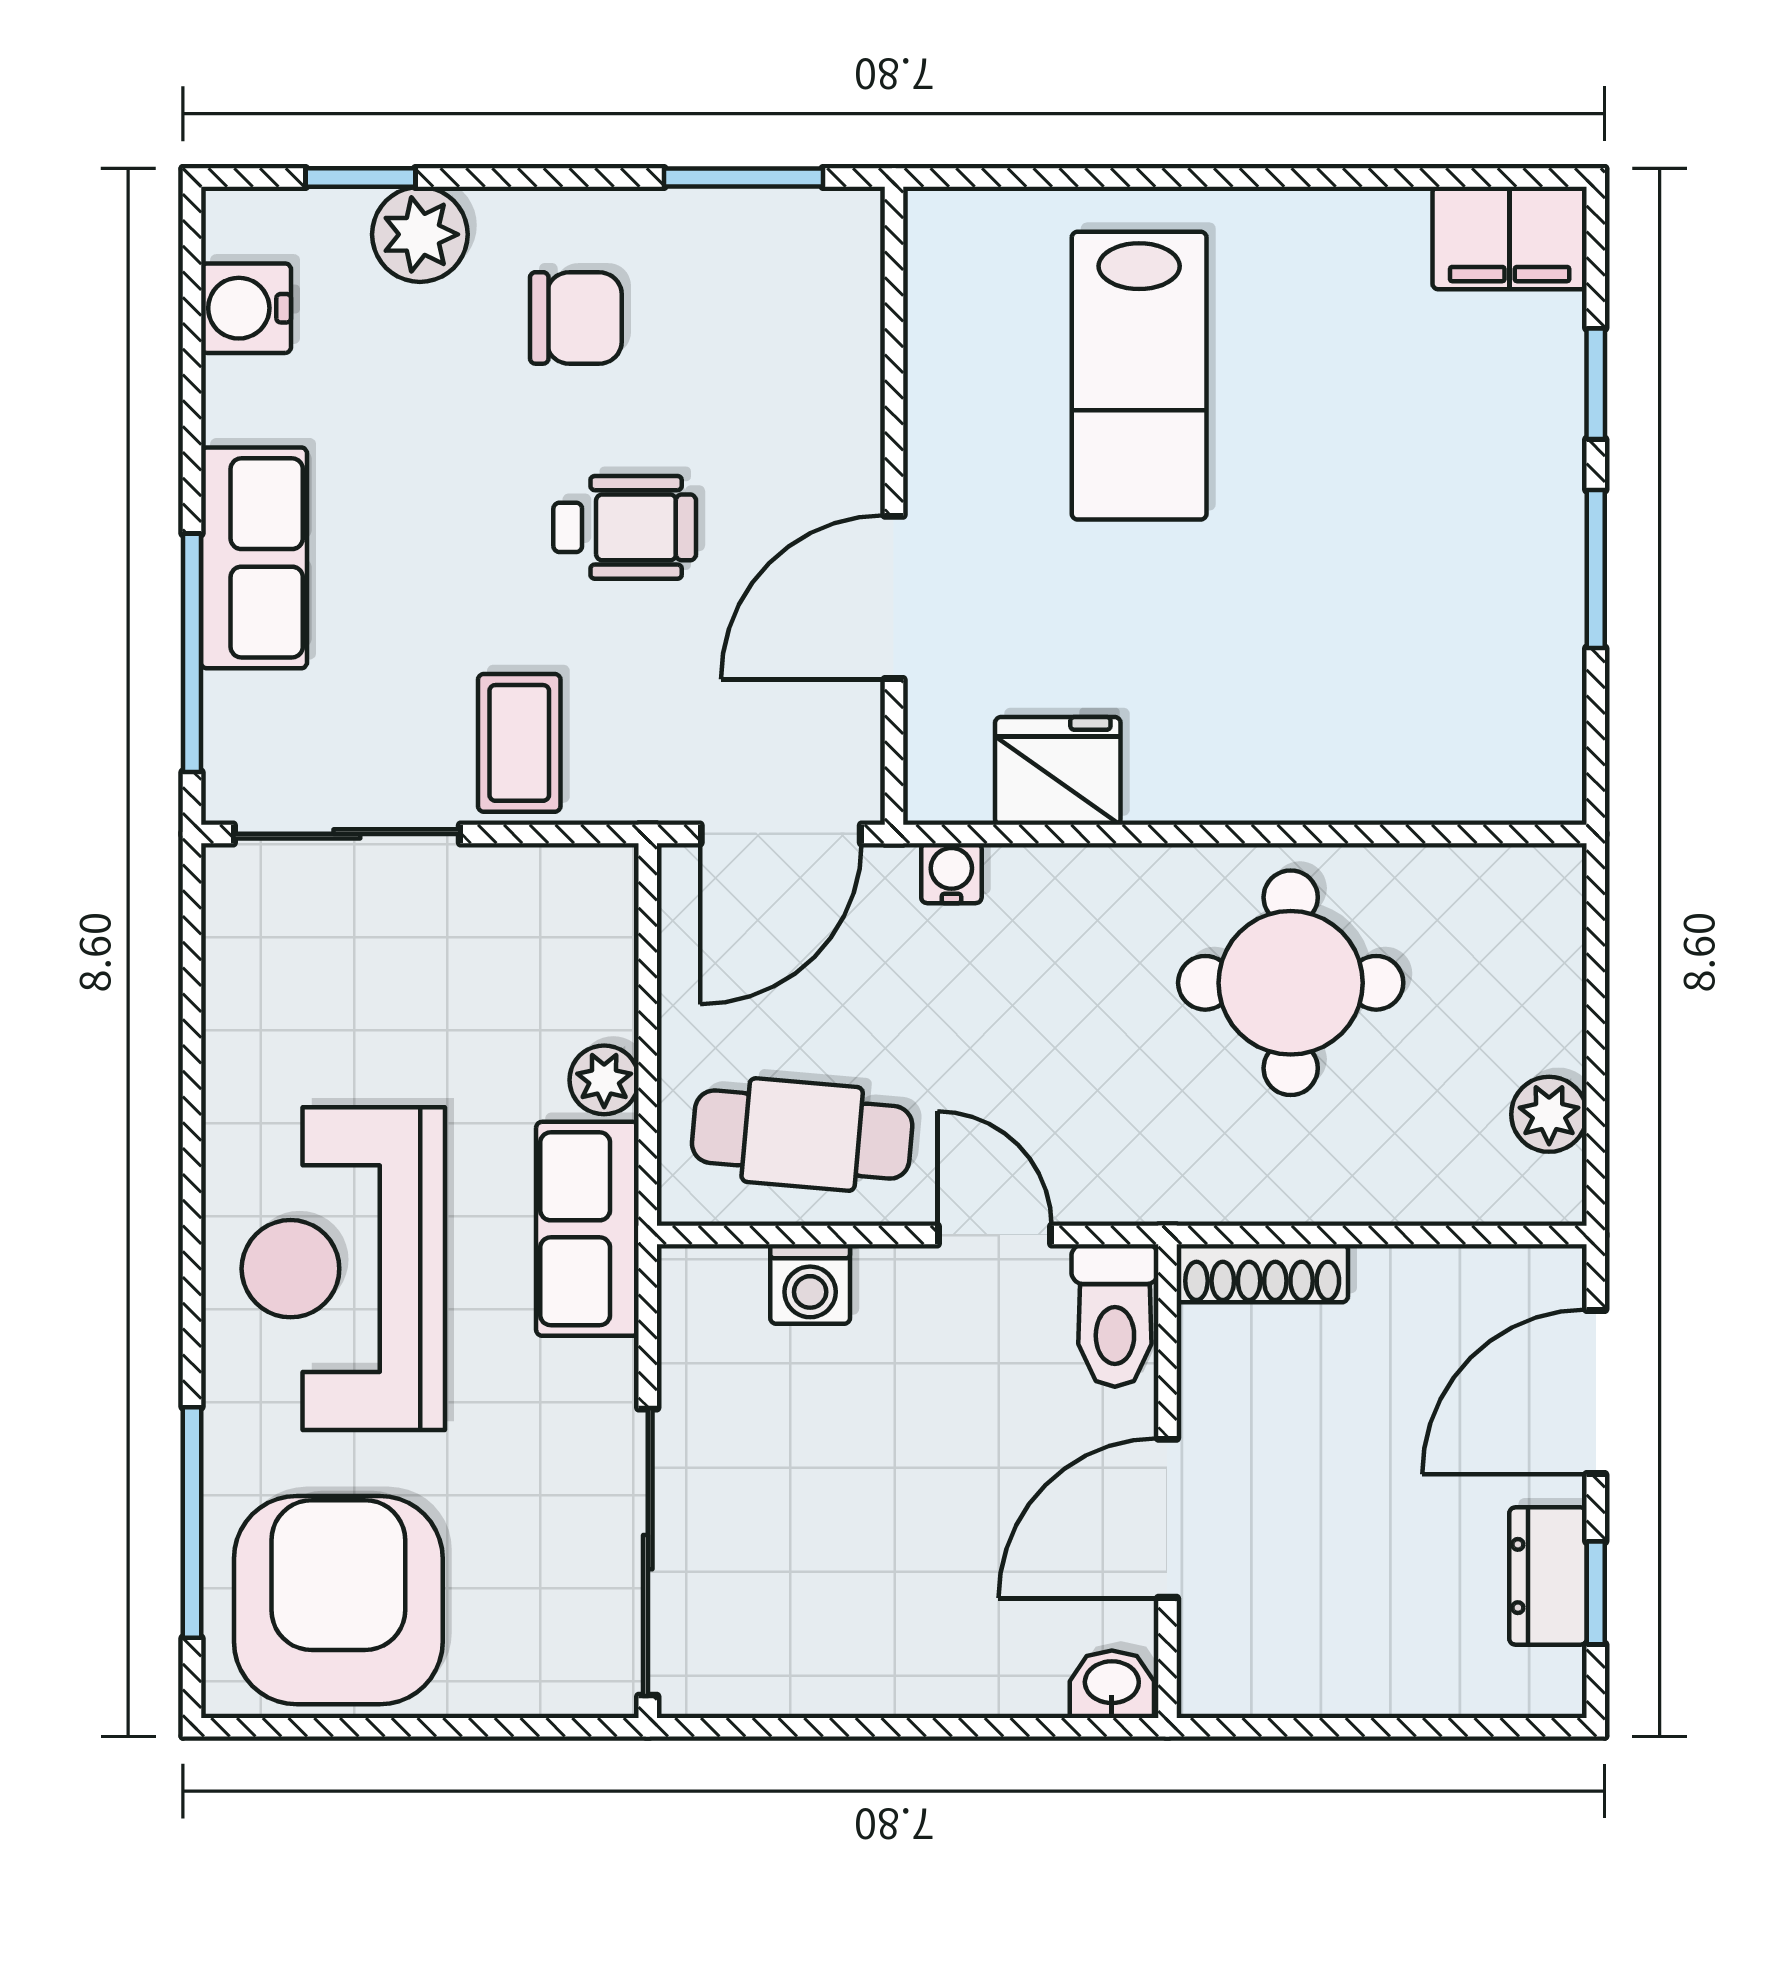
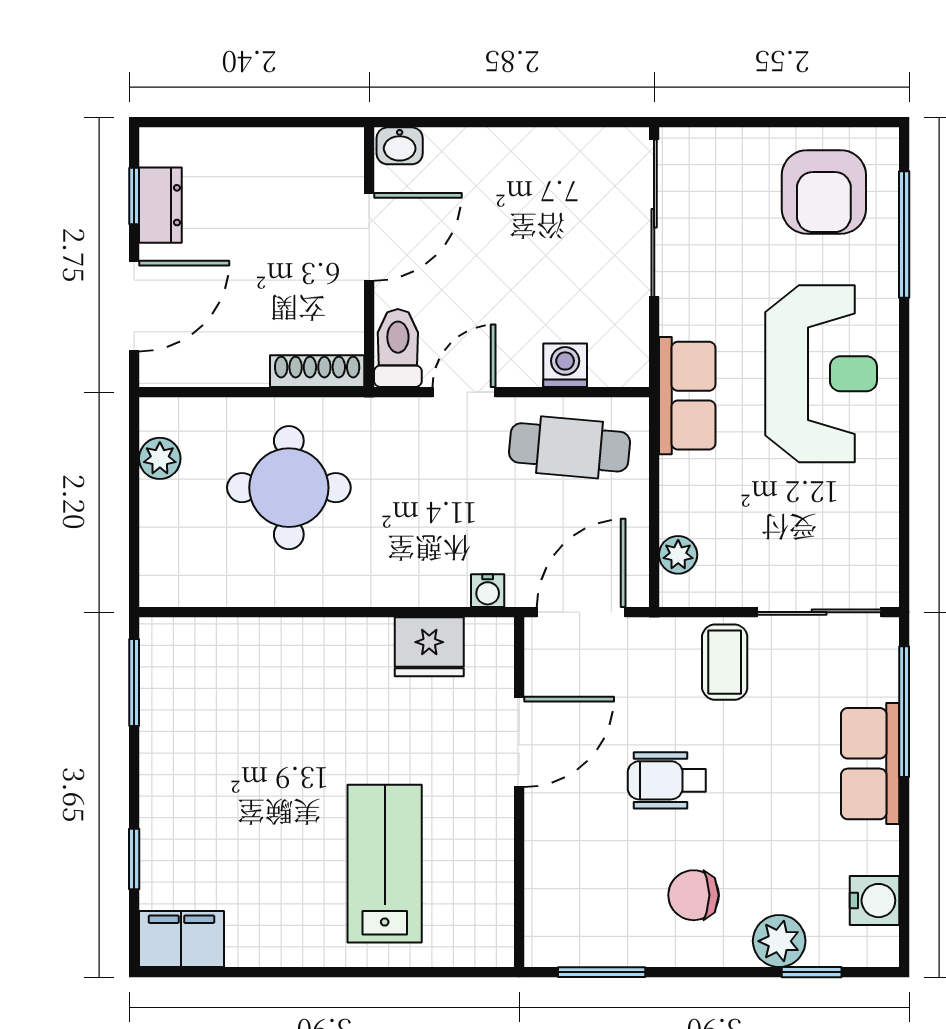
window: (1596, 569) -> (134, 682), moved
round table: (1291, 983) -> (289, 488), moved
plant: (604, 1080) -> (678, 555), moved
door: (994, 1235) -> (464, 392), swing flipped
armchair: (338, 1600) -> (824, 192), width x0.73, depth x0.73

